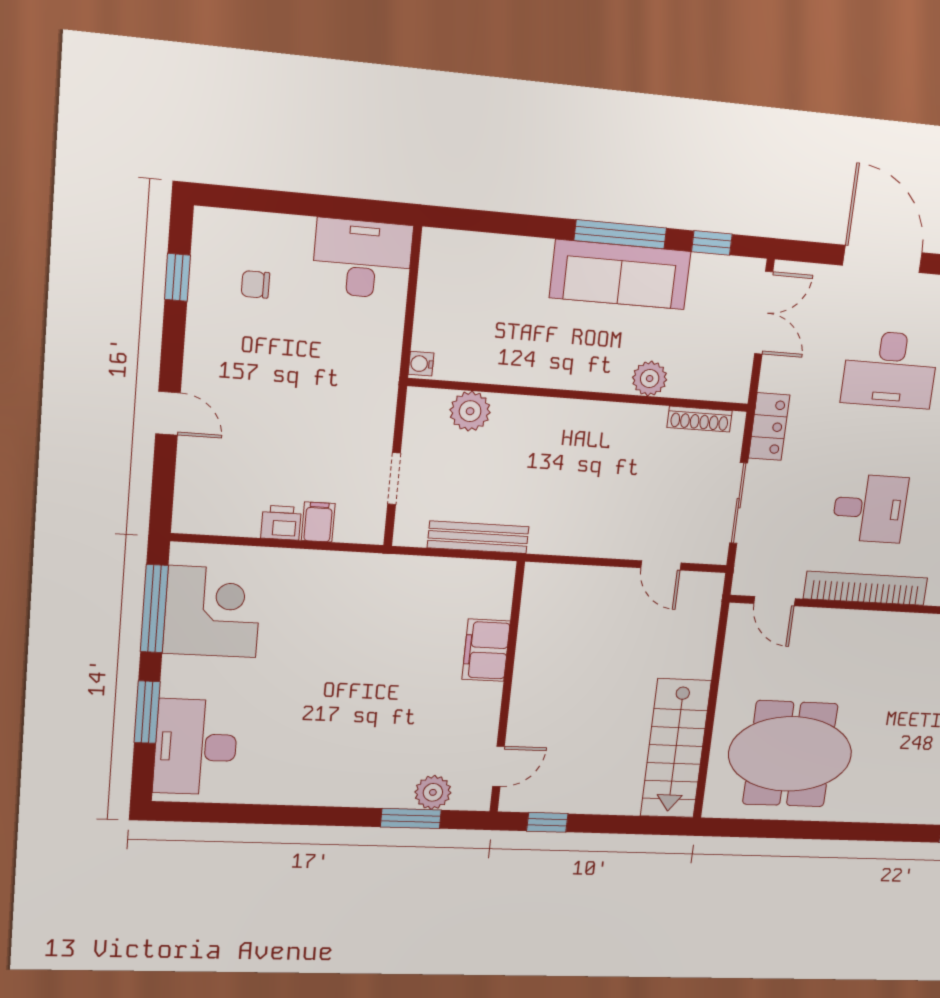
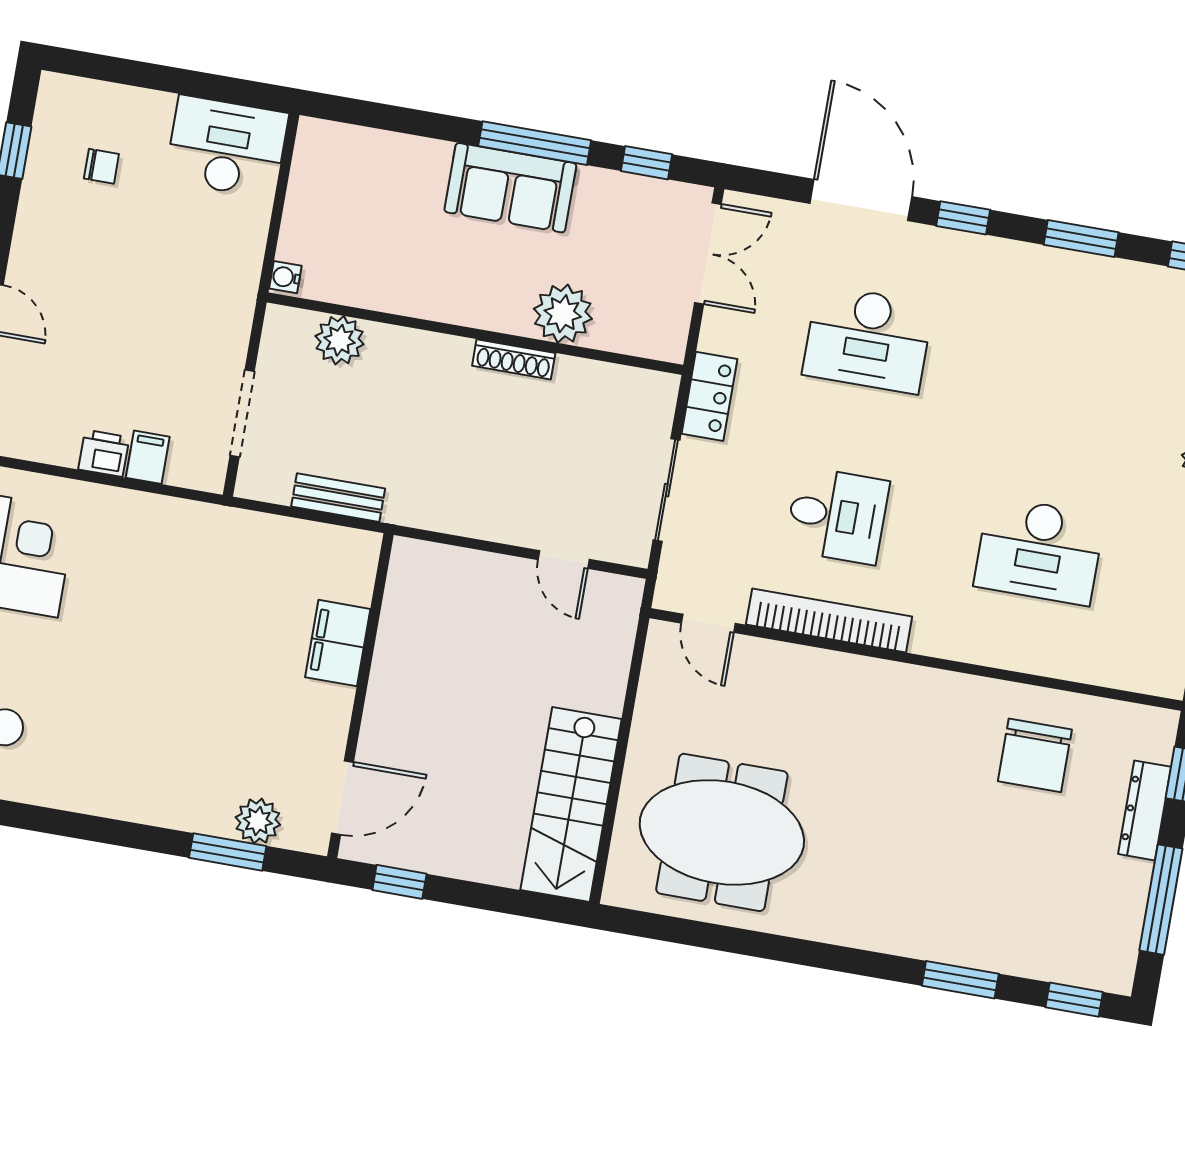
sofa: (620, 275) -> (510, 188), width x0.73
chair: (255, 284) -> (101, 166), turned 180
plant: (650, 379) -> (563, 314), width x1.36, depth x1.36
shoe rack: (700, 419) -> (514, 359), moved
doorway: (394, 479) -> (242, 414), width x1.38
bench: (478, 537) -> (338, 498), width x0.73
door: (498, 766) -> (343, 798), width x1.38

